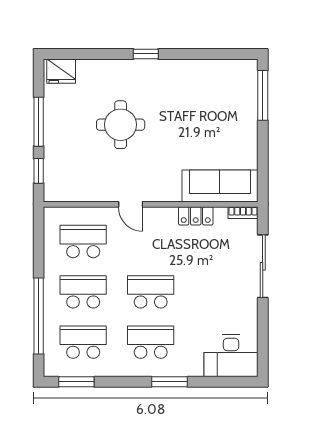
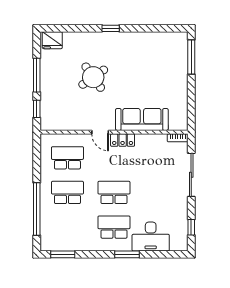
round table: (121, 125) -> (93, 77), turned -35
sofa: (220, 186) -> (142, 119), moved
locker: (196, 216) -> (123, 140), moved
school desk: (83, 342) -> (67, 227), removed
window: (263, 342) -> (191, 227), added
desk: (231, 356) -> (151, 237), moved

